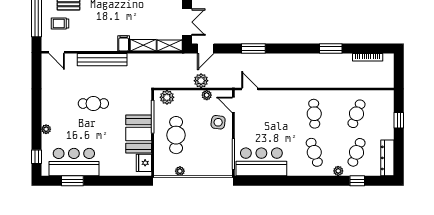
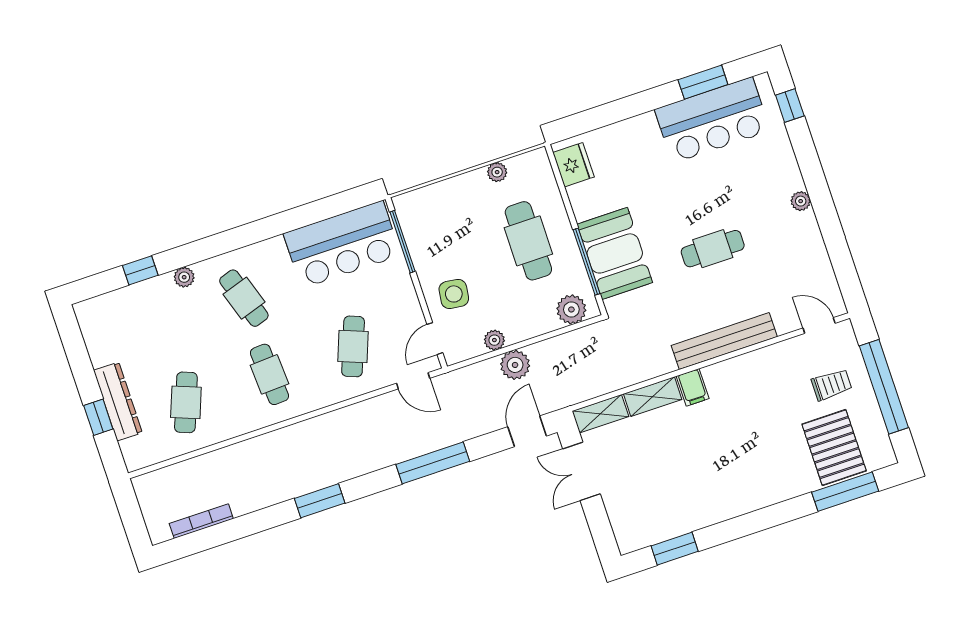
window: (253, 49) -> (433, 463), width x1.44
window: (331, 49) -> (320, 501), moved
door: (233, 105) -> (435, 339), swing flipped
plant: (46, 129) -> (801, 201), moved
booth: (139, 134) -> (615, 253), moved
cafe table: (357, 152) -> (353, 346), moved
dresser: (387, 158) -> (118, 402), moved

